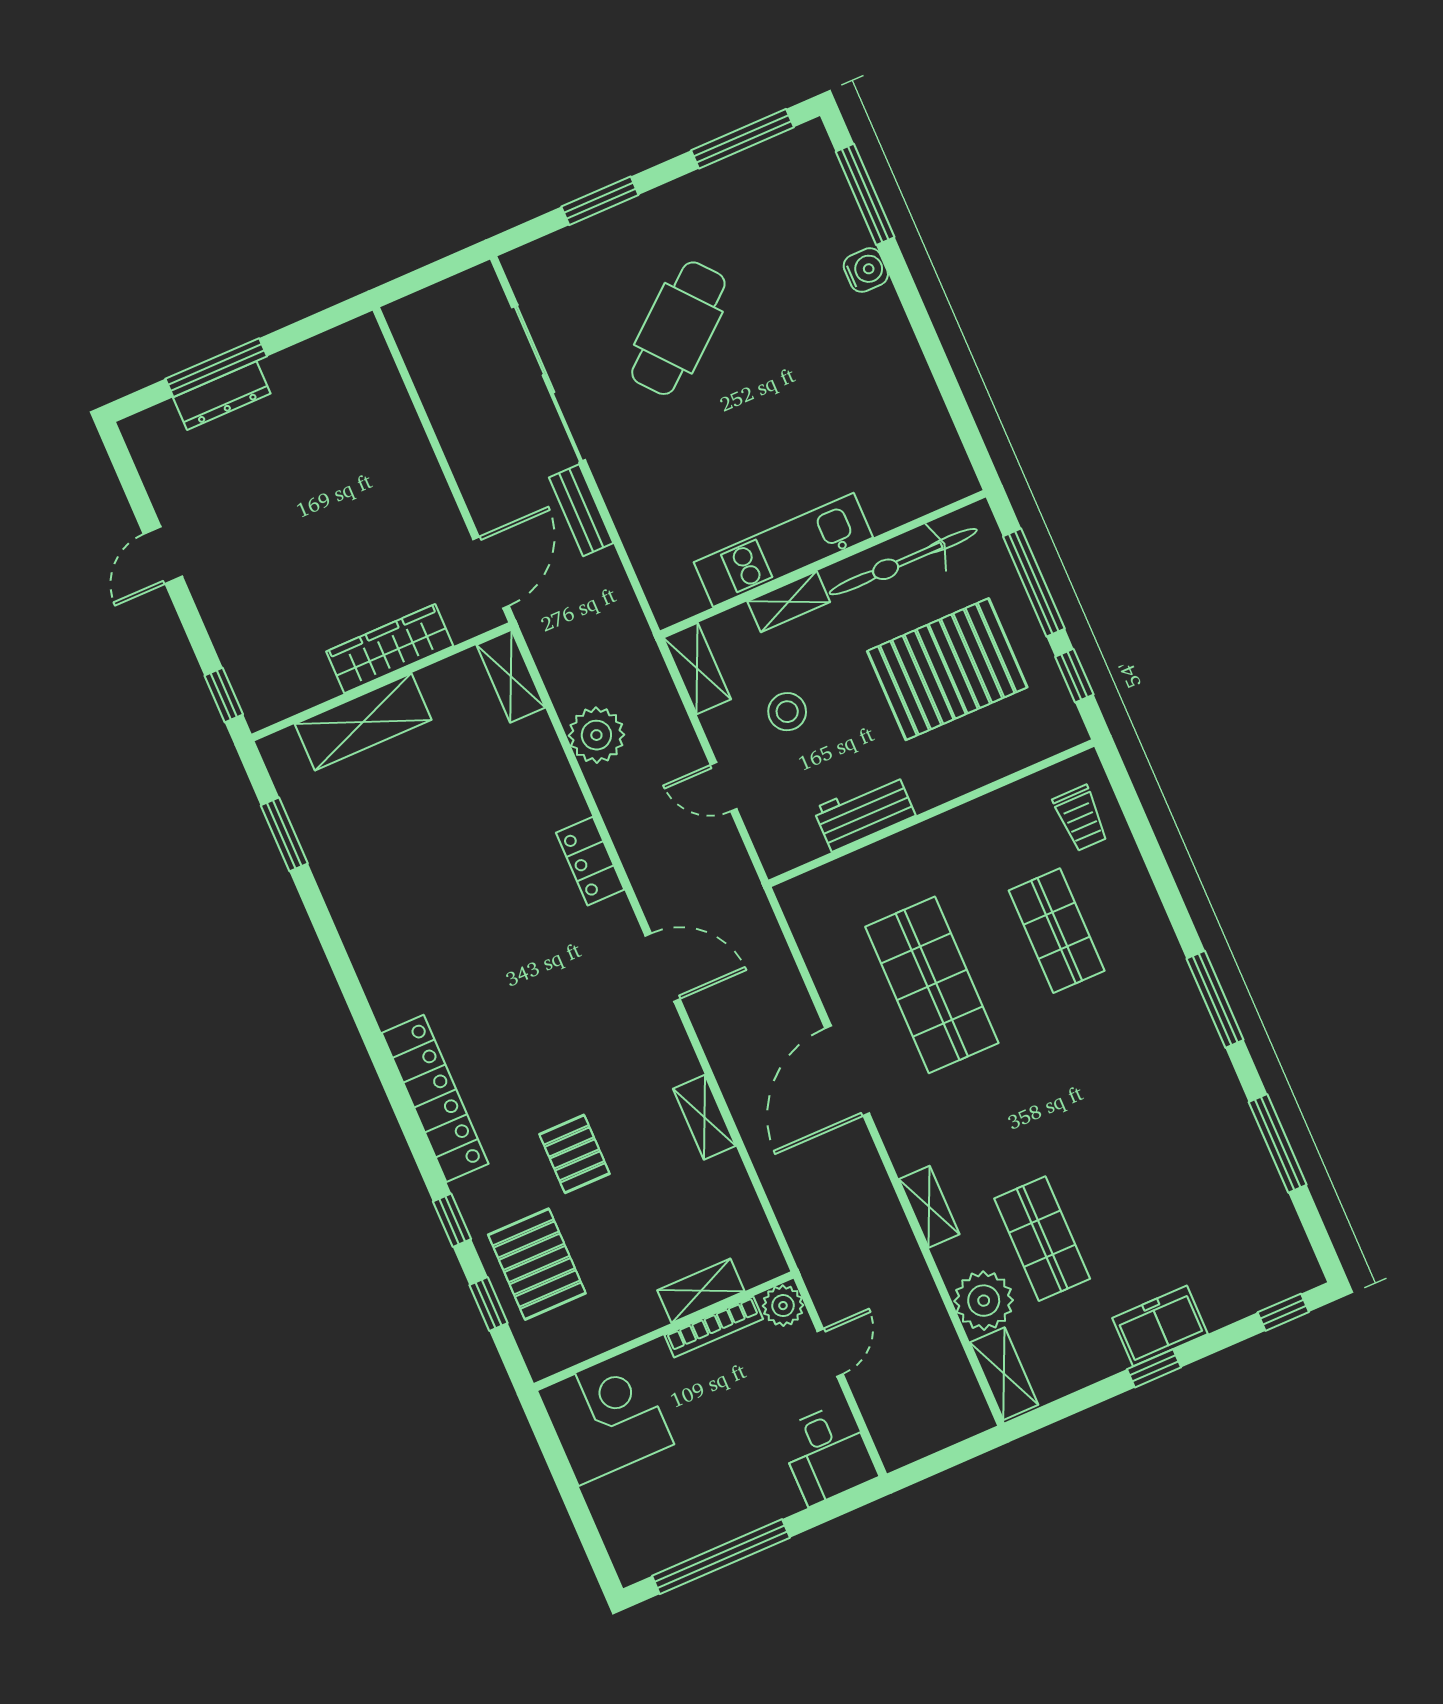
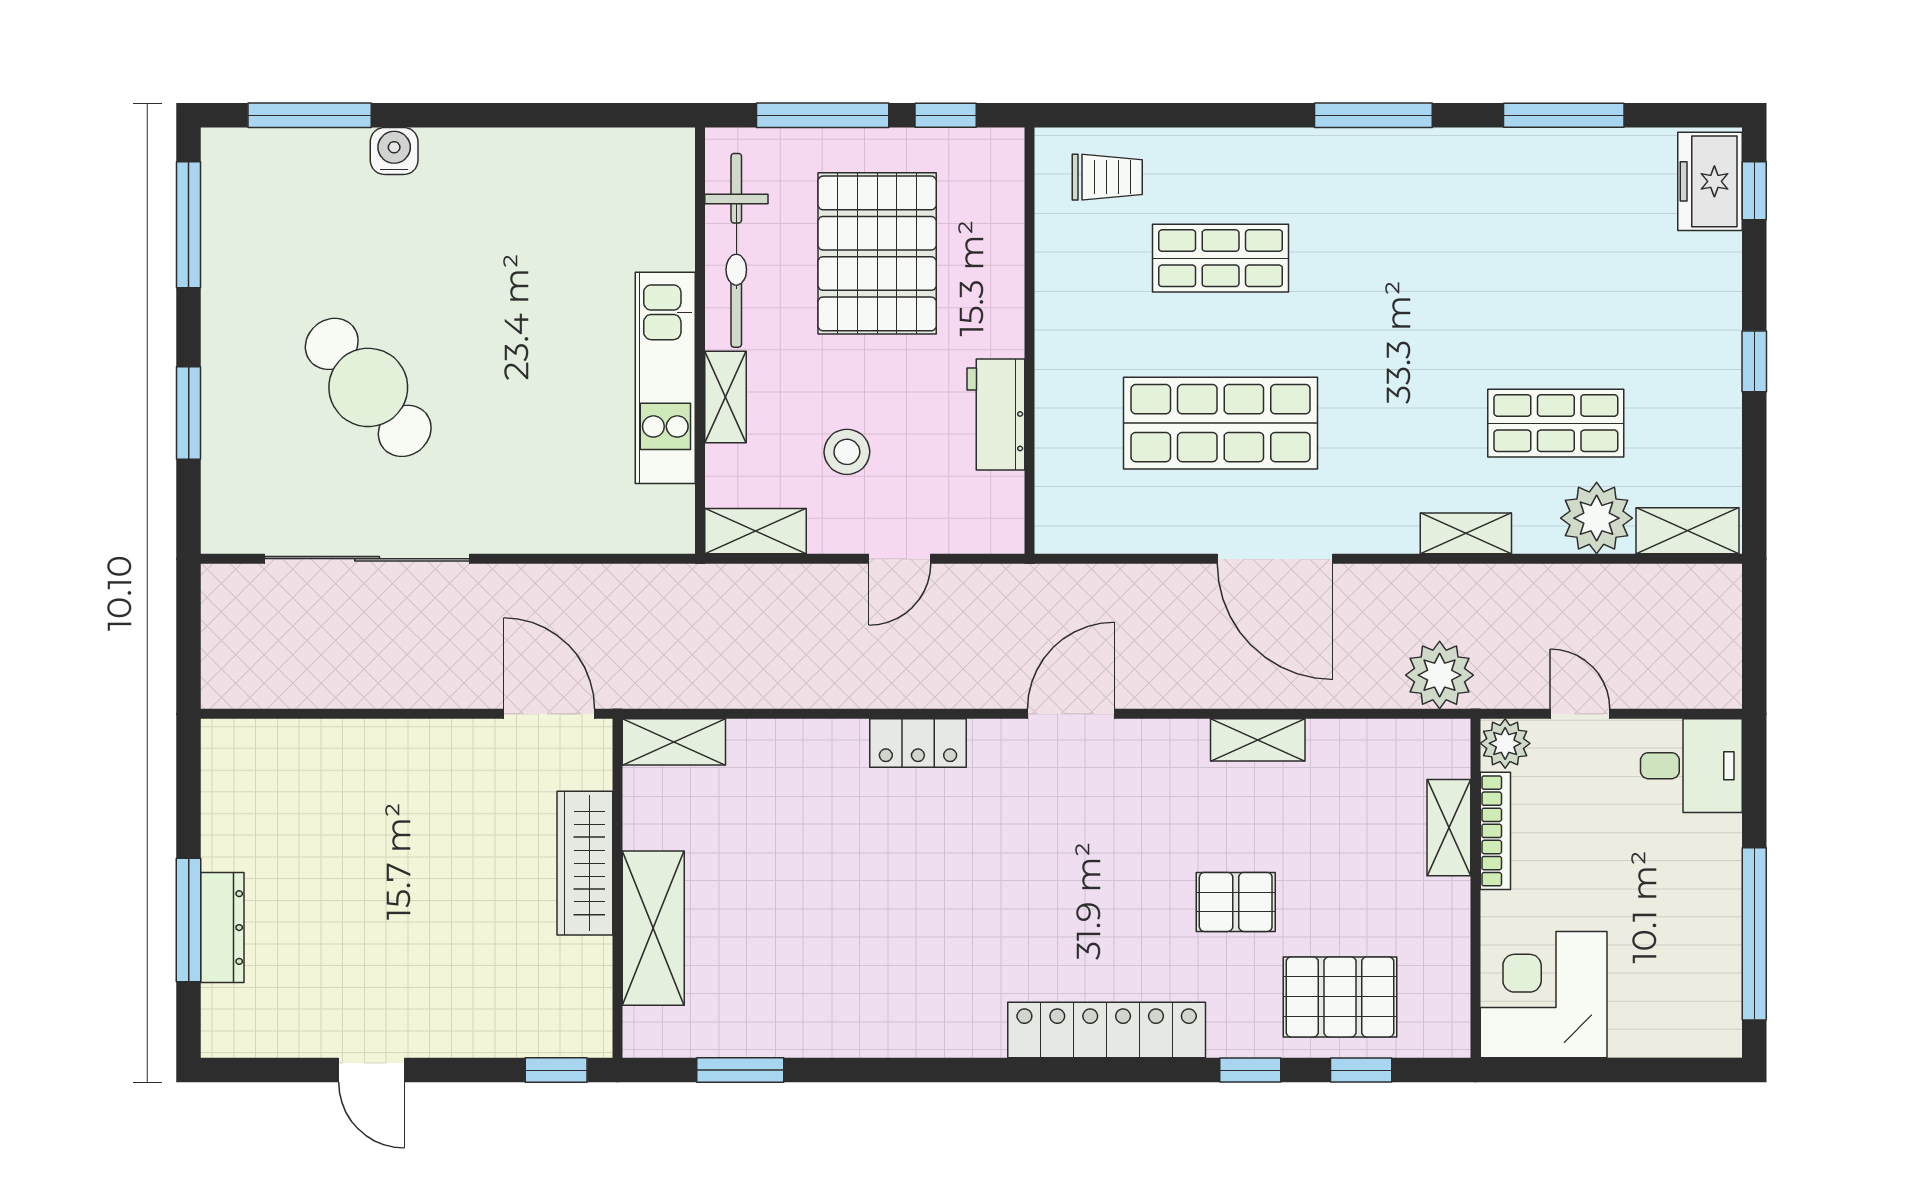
bench: (581, 510) -> (524, 584), removed
plant: (596, 735) -> (1440, 675), moved
freezer: (1160, 1326) -> (1710, 181), moved

